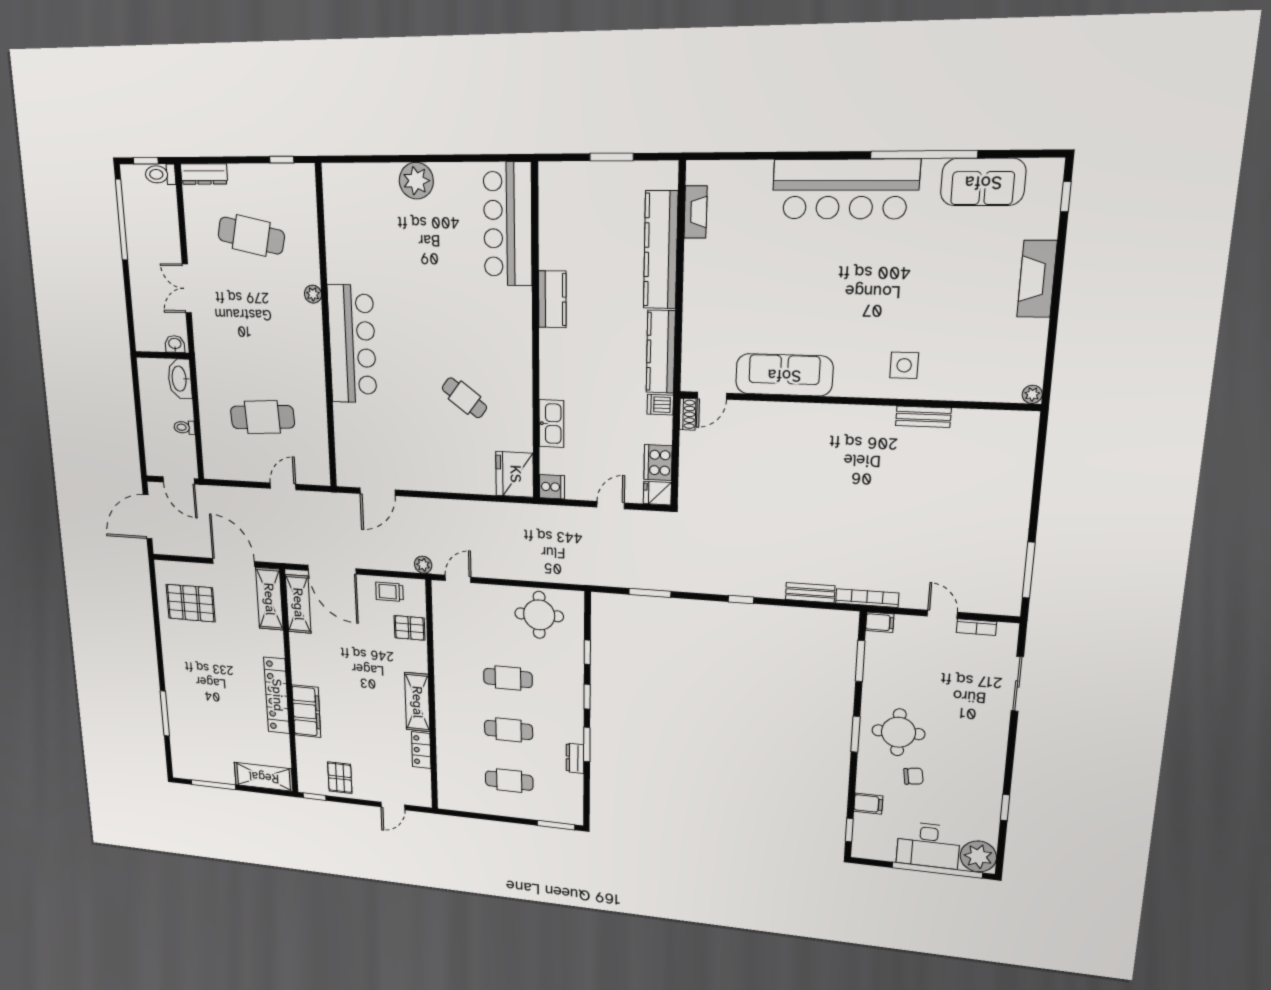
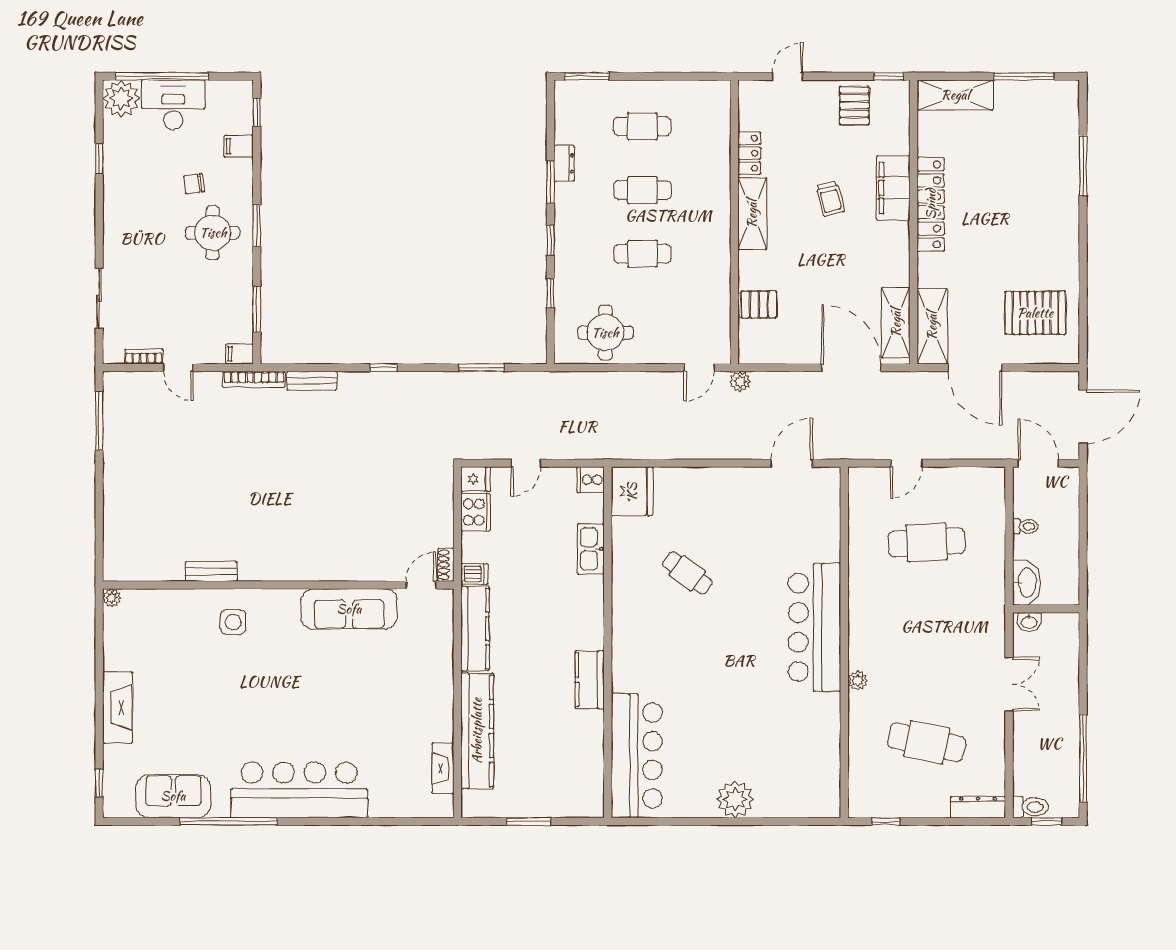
trolley: (389, 592) -> (830, 199), moved, turned 76

